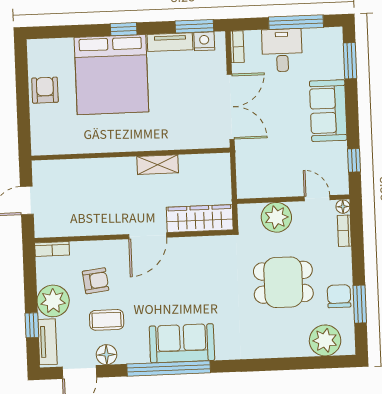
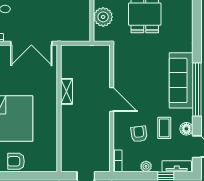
double door: (231, 107) -> (31, 43), swing flipped
wardrobe: (200, 219) -> (102, 66), removed
plant: (53, 301) -> (146, 166), width x0.53, depth x0.53
sofa: (182, 343) -> (181, 80), width x1.36

